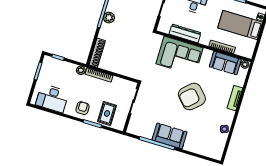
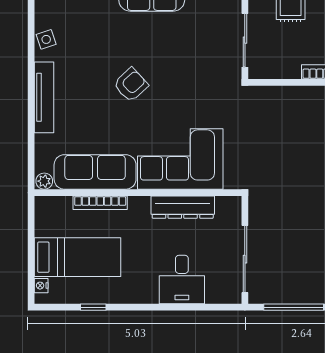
sofa: (225, 63) -> (95, 172), width x1.36
armchair: (192, 97) -> (131, 85), width x0.53, depth x0.53
tv unit: (235, 98) -> (44, 97), width x1.41

